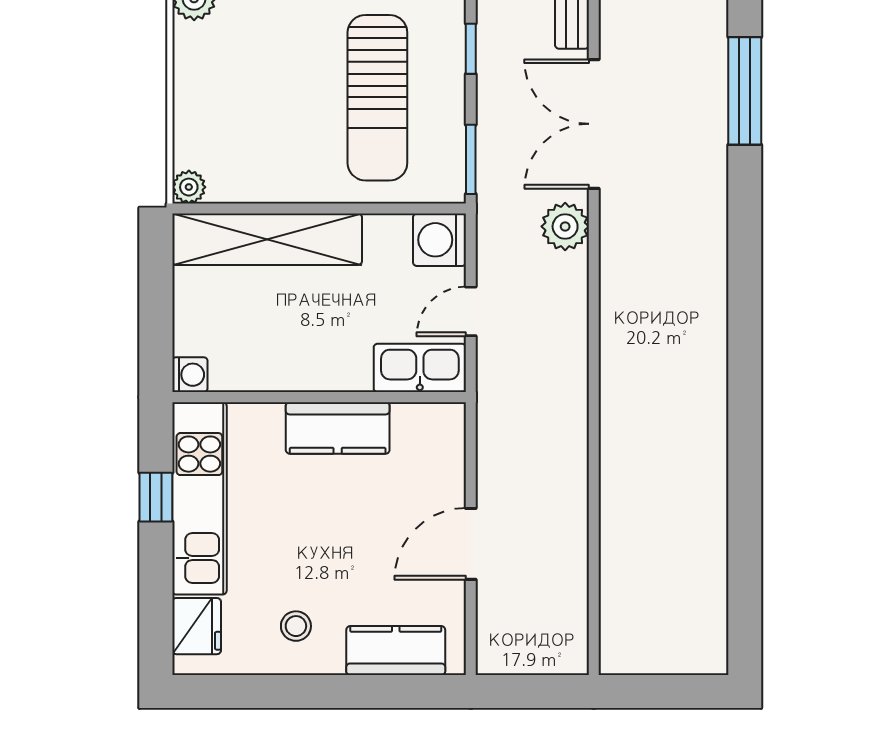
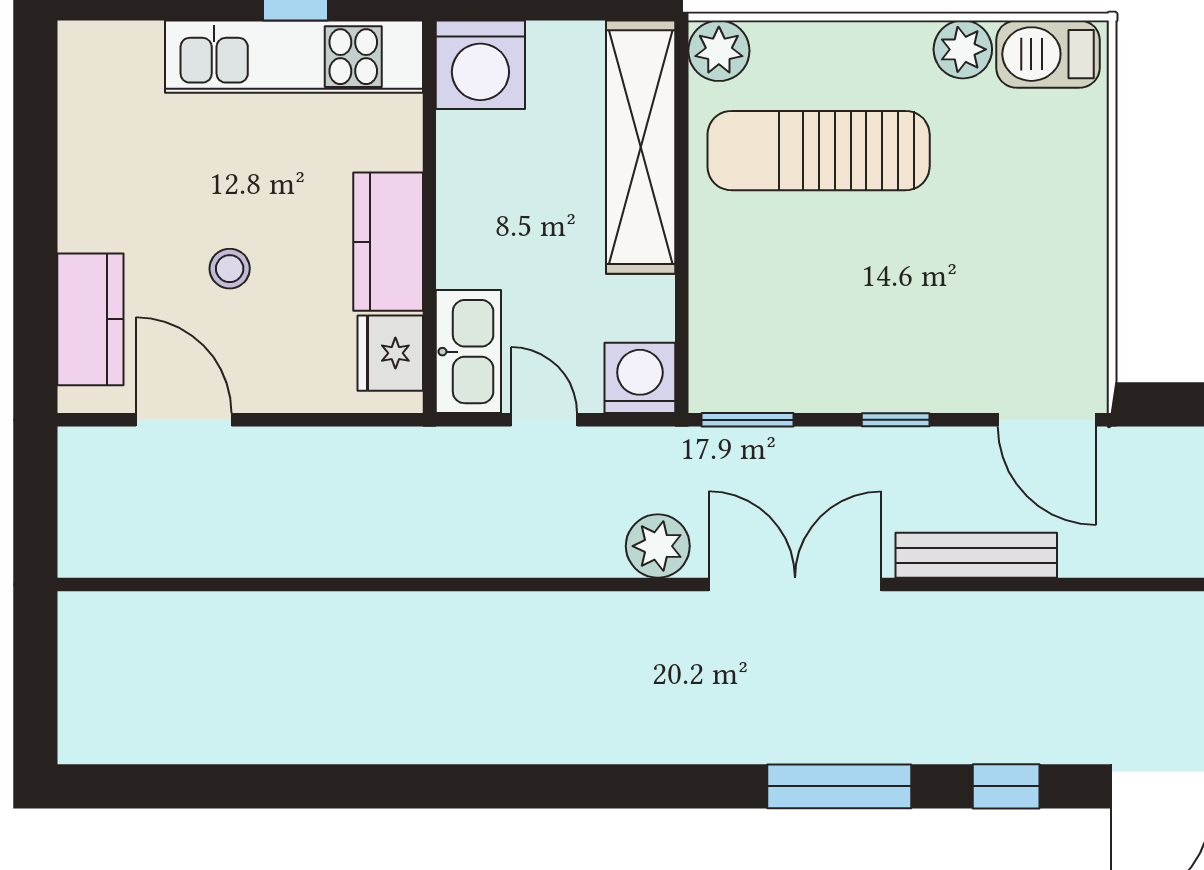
sun lounger: (377, 98) -> (819, 151), moved
plant: (189, 187) -> (719, 51), width x1.38, depth x1.38
washing machine: (190, 375) -> (480, 65), width x1.89, depth x1.89
door: (471, 544) -> (184, 420), moved
fridge: (197, 626) -> (390, 353), moved, turned 90
stool: (296, 626) -> (230, 269), moved

